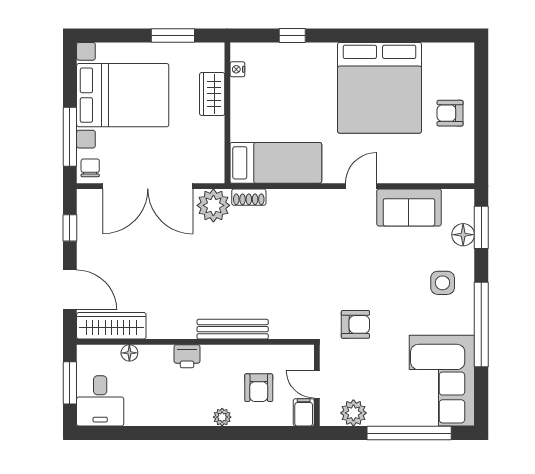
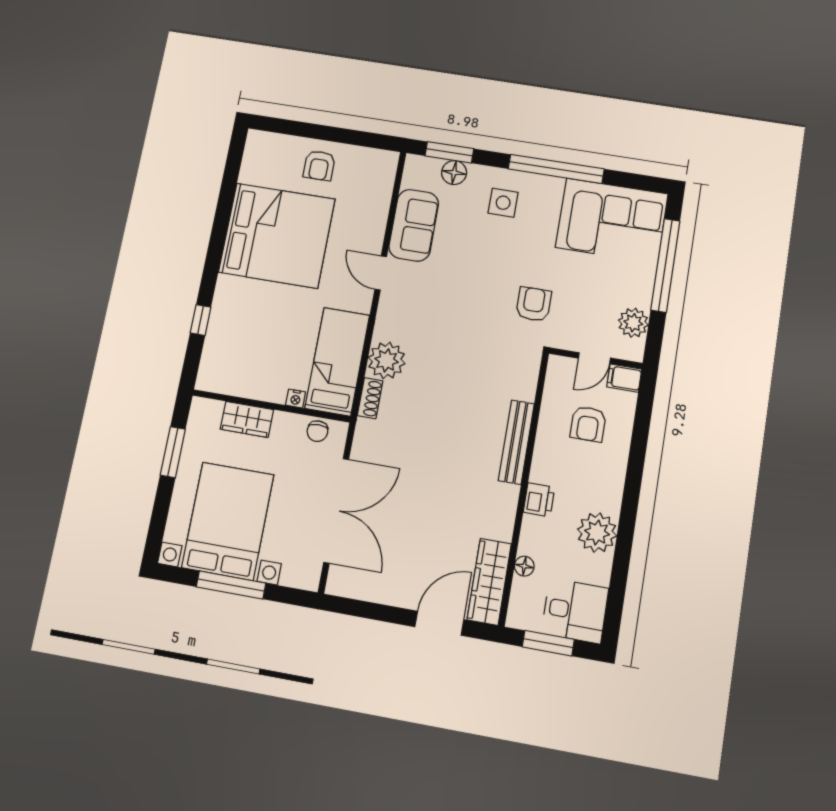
nightstand: (237, 69) -> (296, 399), moved
window: (70, 137) -> (231, 585), moved
chair: (90, 168) -> (317, 431), moved, turned -90
plant: (213, 205) -> (387, 360), moved
window: (70, 228) -> (367, 610), removed
armchair: (259, 388) -> (588, 424), turned 90
plant: (222, 417) -> (597, 533), moved, width x1.88, depth x1.88

